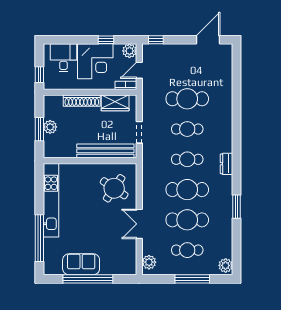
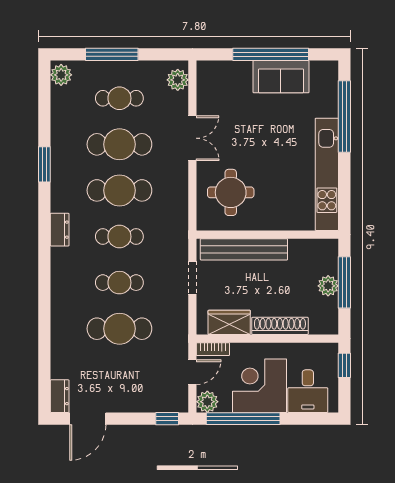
window: (106, 40) -> (243, 419), width x3.17
dresser: (226, 54) -> (60, 396), added
window: (39, 129) -> (344, 282), width x1.44
round table: (114, 188) -> (231, 192), turned -34

